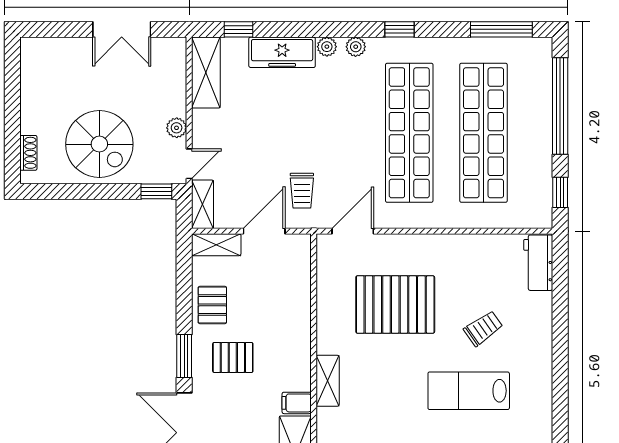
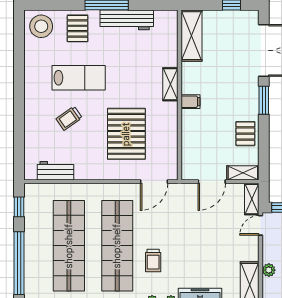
plant: (177, 128) -> (269, 270), moved
trolley: (302, 191) -> (153, 260), moved, turned 180
workbench: (538, 263) -> (55, 171), moved, turned -90
pallet: (395, 304) -> (126, 134), turned 90
pallet: (233, 357) -> (232, 99), removed
filing cabinet: (297, 403) -> (191, 102), moved

